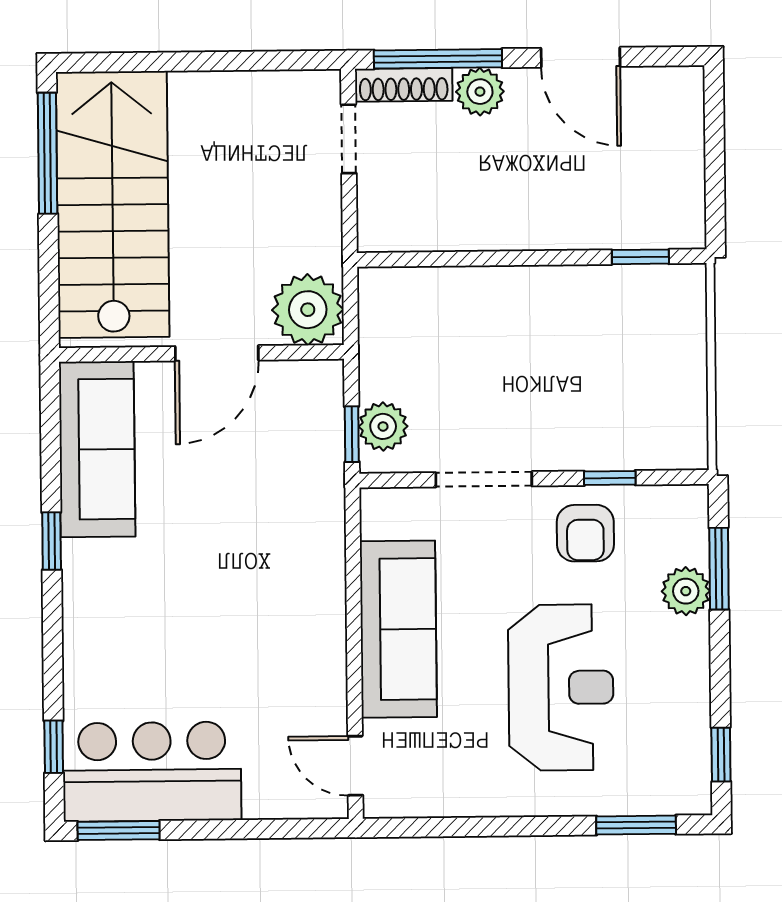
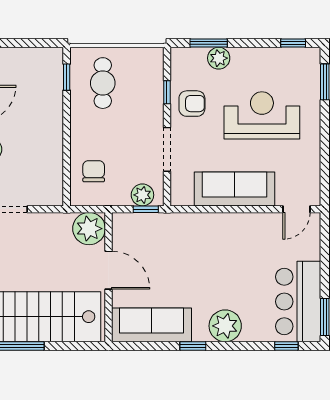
chair: (434, 318) -> (94, 171), added
cafe table: (628, 337) -> (103, 83), added
plant: (97, 612) -> (225, 326), added

